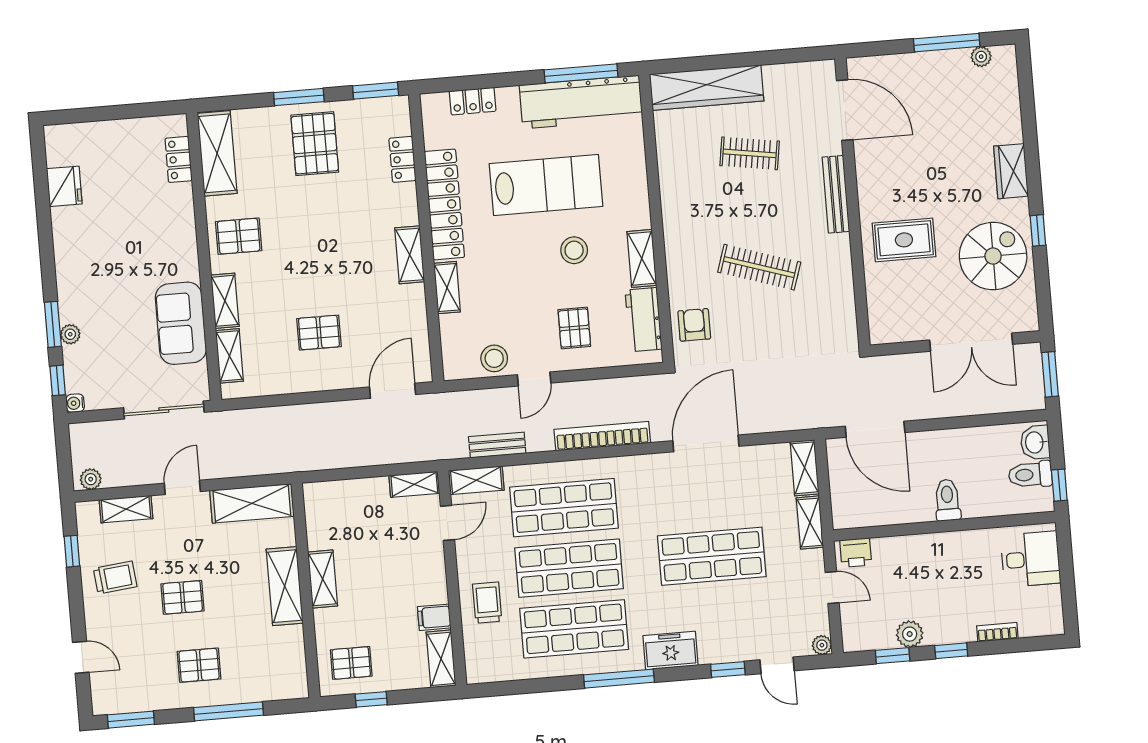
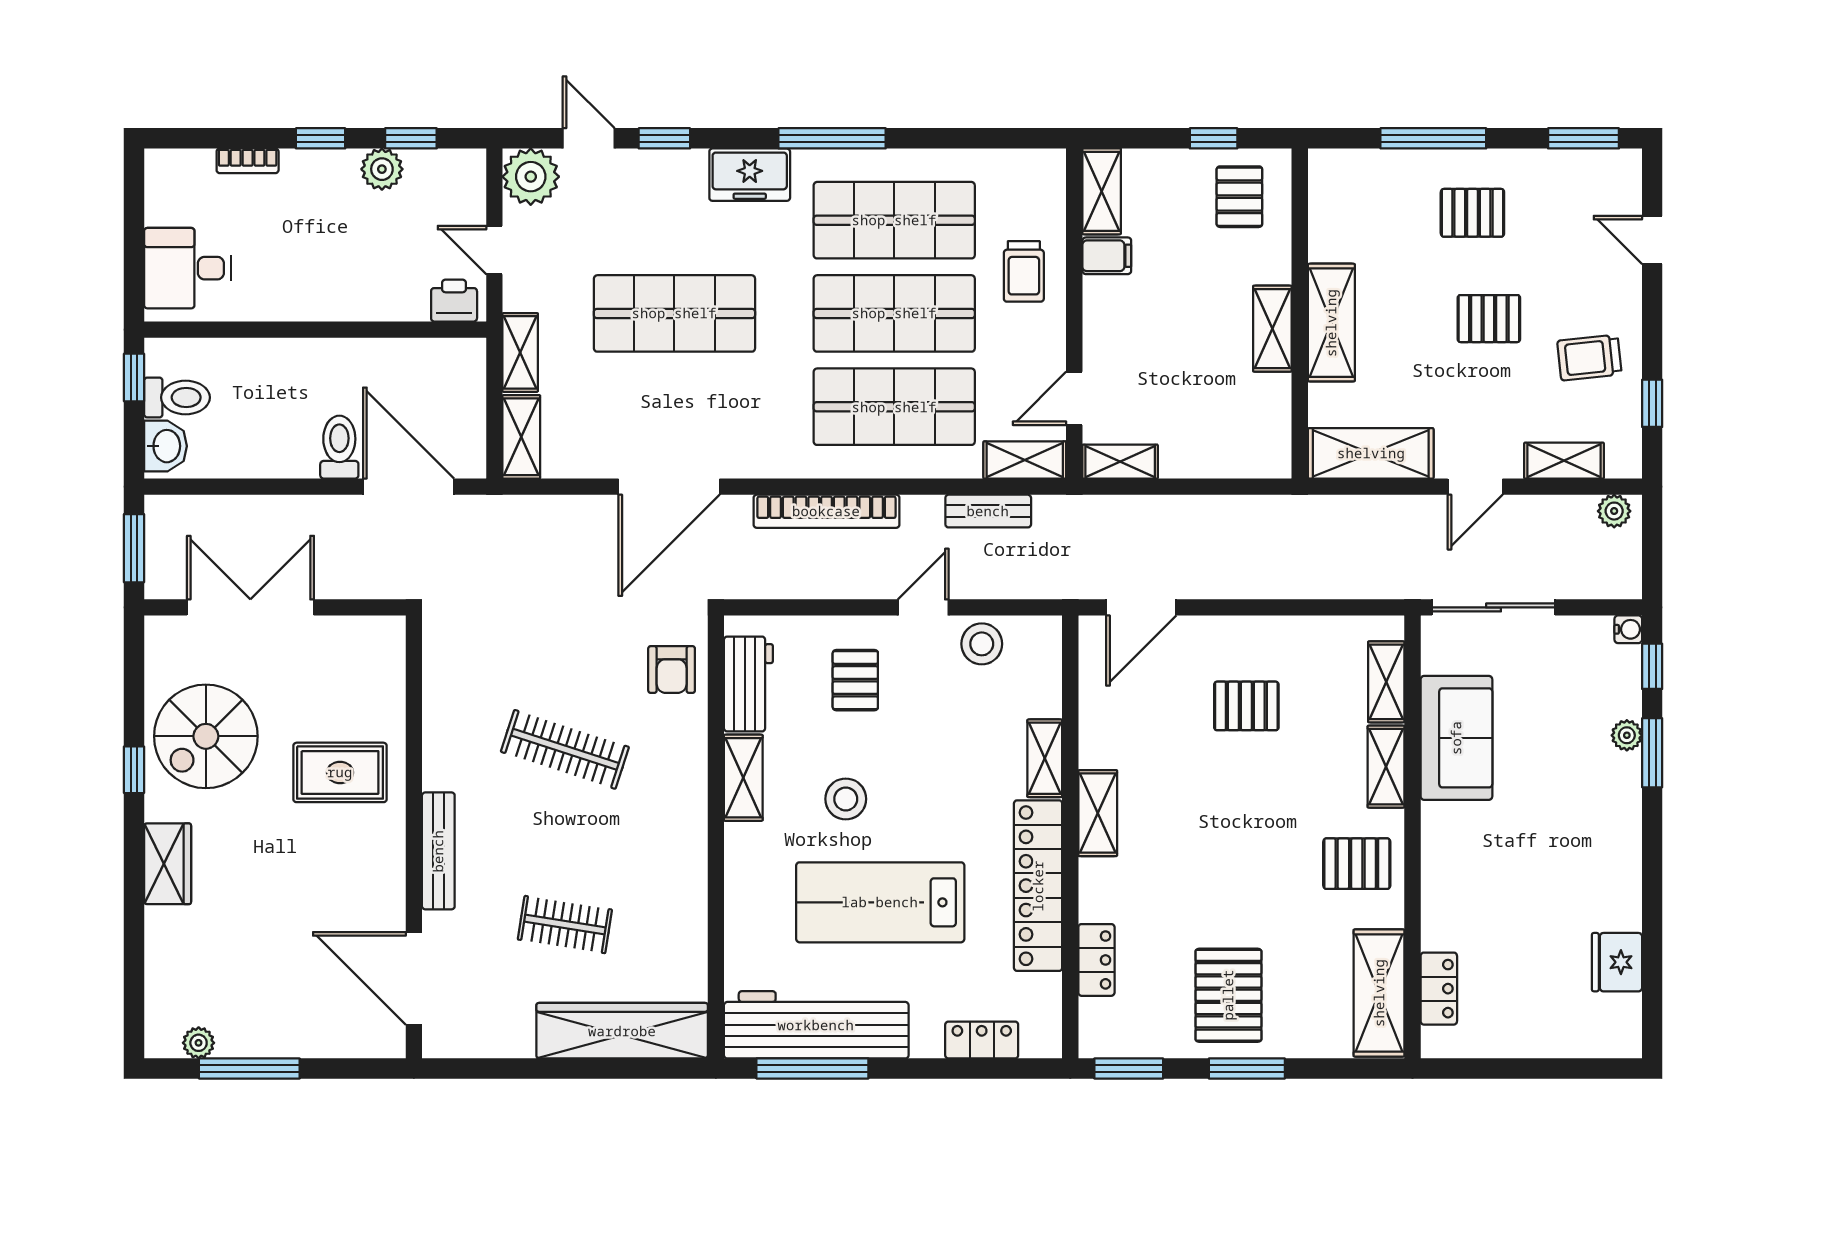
toilet: (947, 500) -> (339, 447), moved, turned 180
plant: (822, 645) -> (531, 177), width x1.88, depth x1.88
pallet: (351, 663) -> (1239, 197), turned 90

